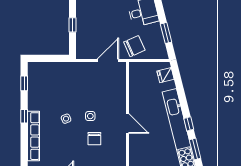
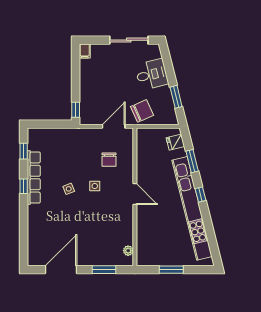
window: (72, 25) -> (76, 110), moved
row of seats: (33, 136) -> (34, 178), moved
chair: (94, 139) -> (109, 160), moved
window: (195, 149) -> (192, 161), moved

